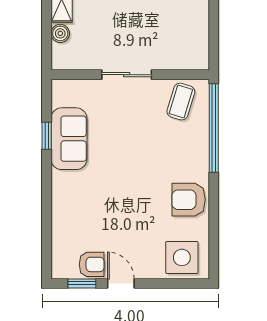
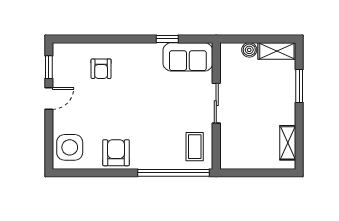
coffee table: (181, 102) -> (195, 147), turned 73
sofa: (69, 139) -> (188, 57), moved
armchair: (92, 264) -> (101, 69), moved

